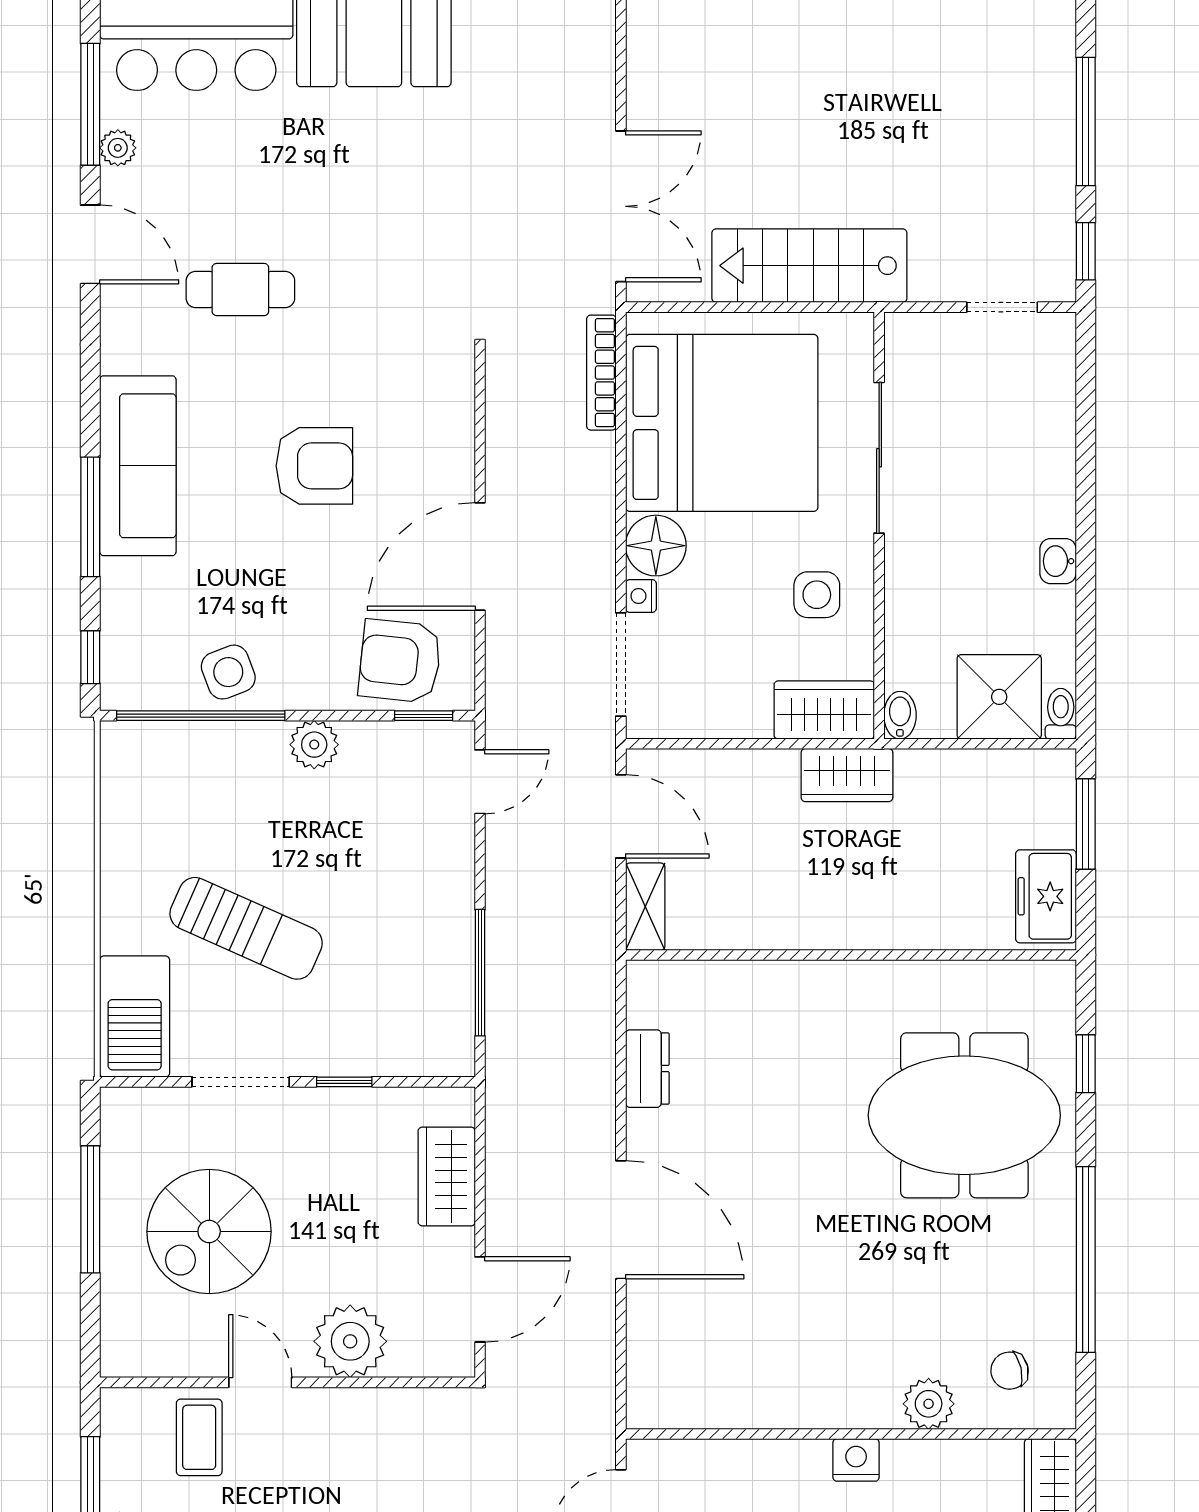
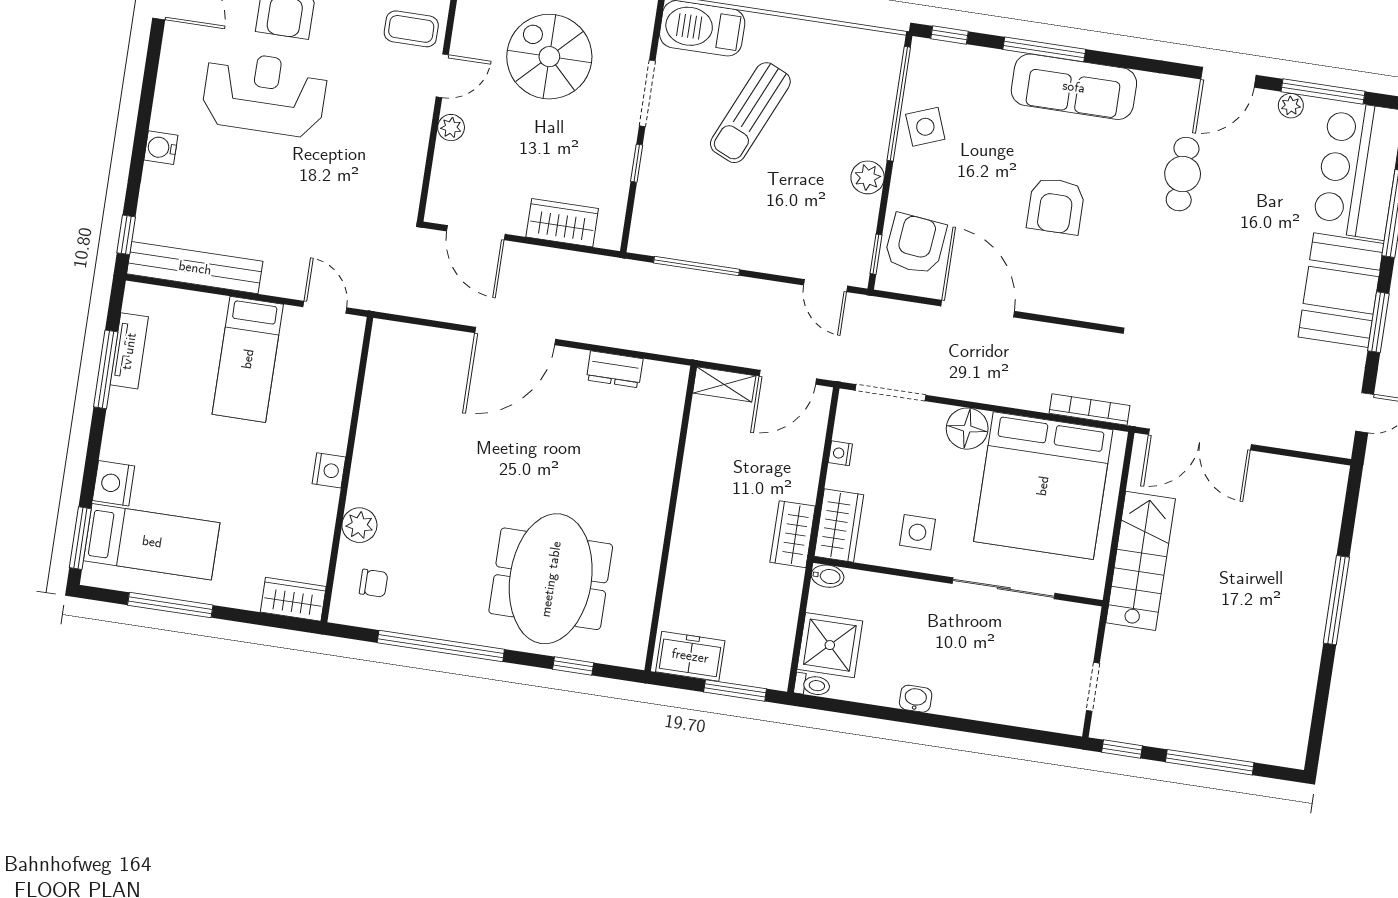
nightstand: (641, 596) -> (840, 453), moved, turned -90
plant: (350, 1341) -> (451, 128), width x0.53, depth x0.53
chair: (1010, 1371) -> (374, 583), turned 103

